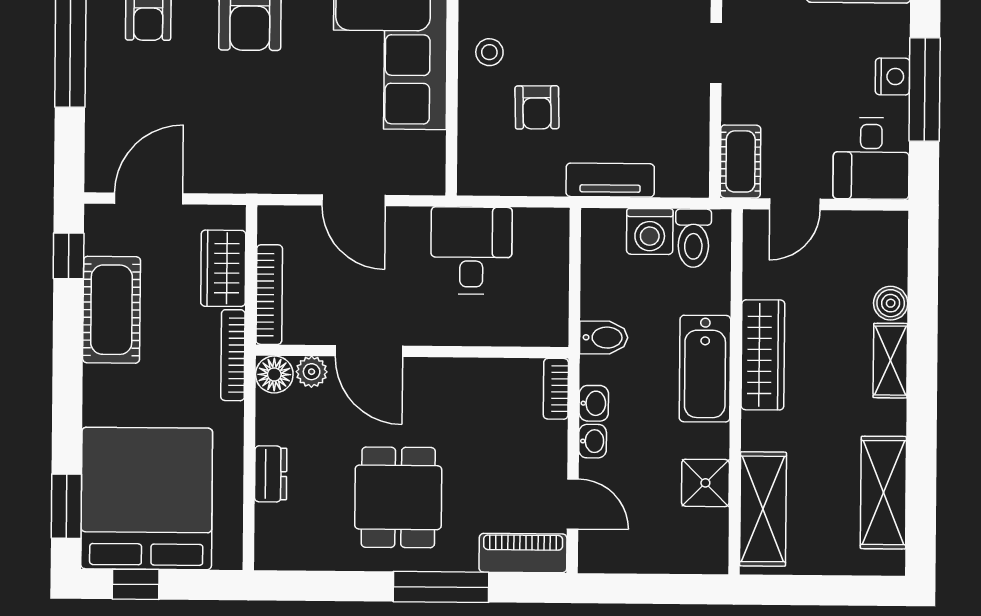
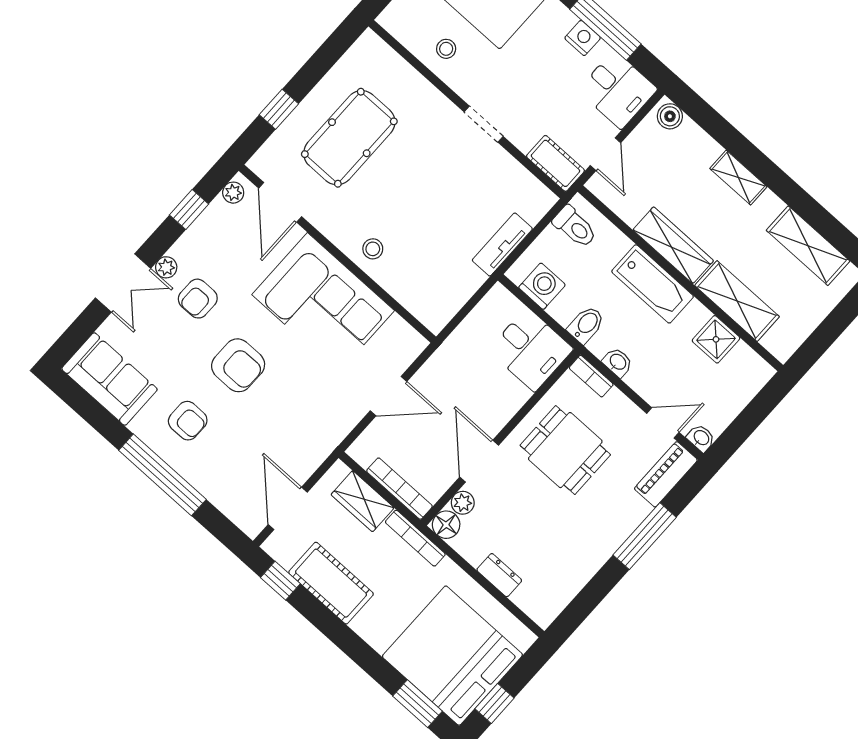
armchair: (537, 107) -> (426, 250), removed
washing machine: (650, 231) -> (542, 286), moved, turned -90
desk: (471, 250) -> (531, 350), moved, turned 180
boiler: (891, 303) -> (670, 116), moved
door: (369, 351) -> (479, 461), swing flipped
washbasin: (593, 441) -> (701, 438), moved
dining table: (398, 497) -> (565, 450), moved
shelving: (763, 509) -> (737, 301), moved

